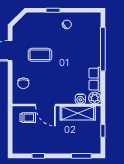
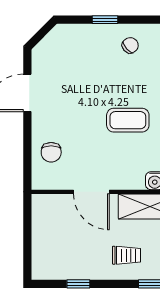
coffee table: (40, 55) -> (128, 120), moved
trolley: (28, 118) -> (126, 255), moved

